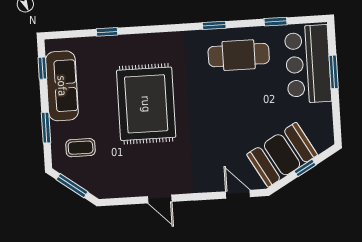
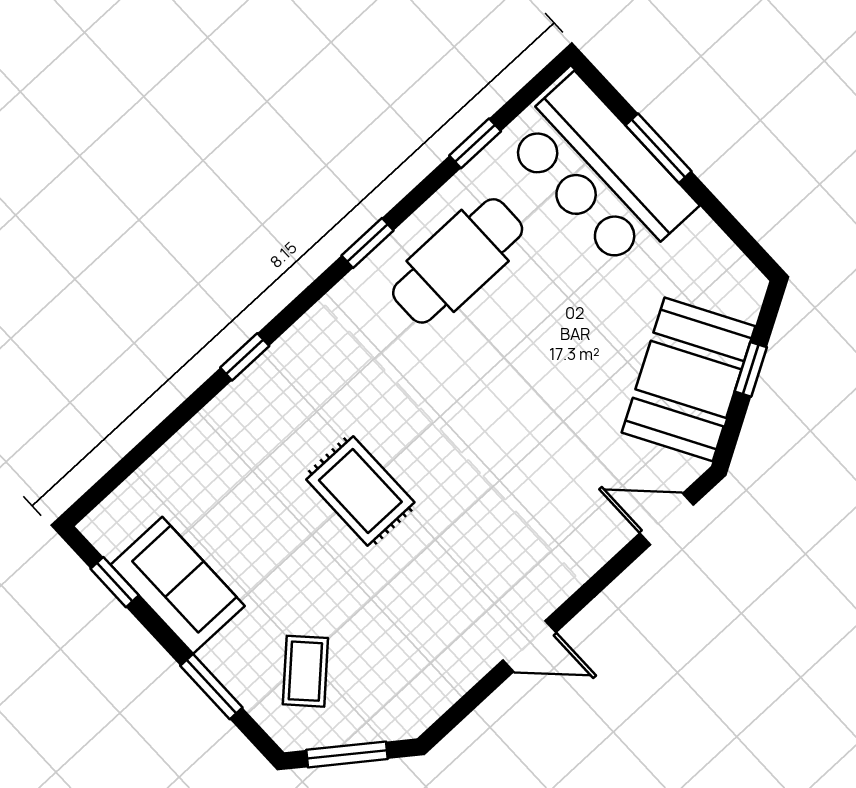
window: (107, 32) -> (245, 357), moved
sofa: (62, 86) -> (178, 585), width x0.73
rug: (146, 104) -> (360, 491), width x0.54, depth x0.49
coffee table: (81, 148) -> (305, 671), turned -44

